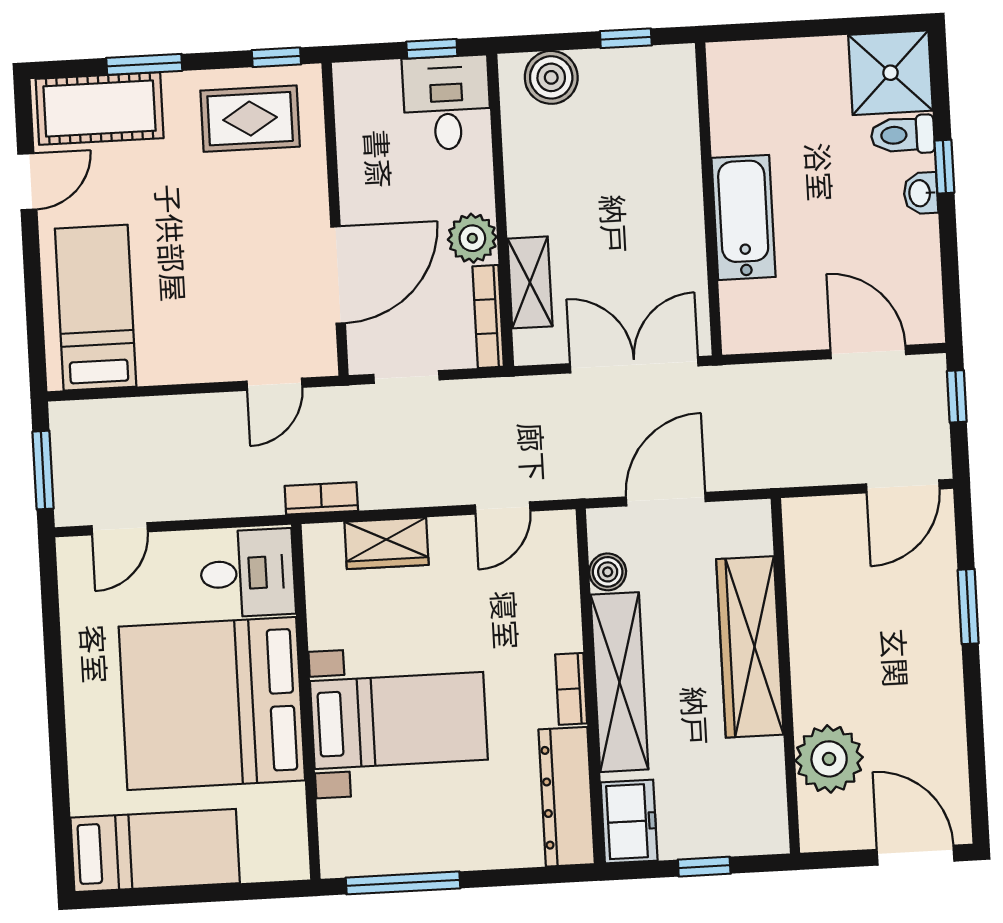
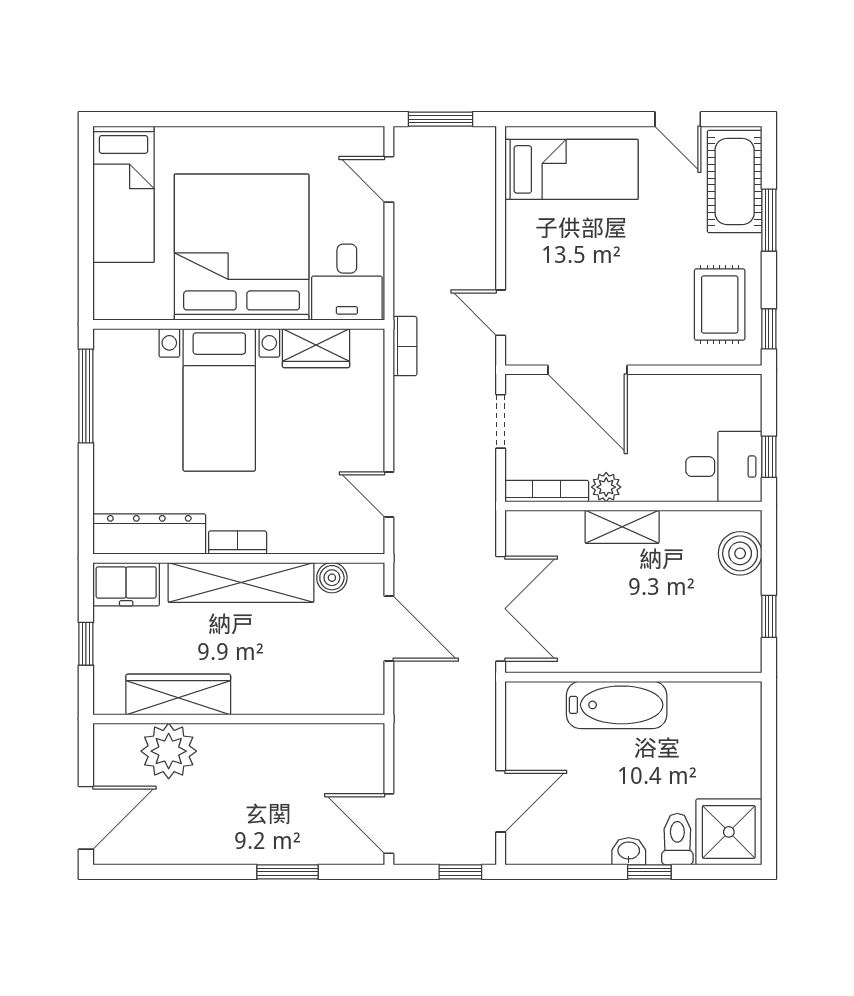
plant: (472, 238) -> (606, 487), width x0.73, depth x0.73
shelving: (530, 282) -> (622, 527), moved
wardrobe: (386, 543) -> (316, 348), moved, turned -90
wardrobe: (750, 647) -> (178, 695), moved, width x0.71, depth x0.85

